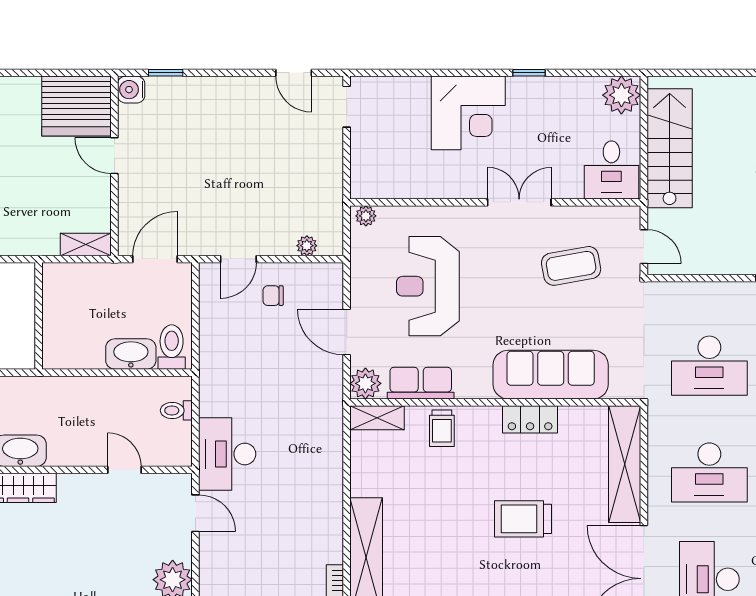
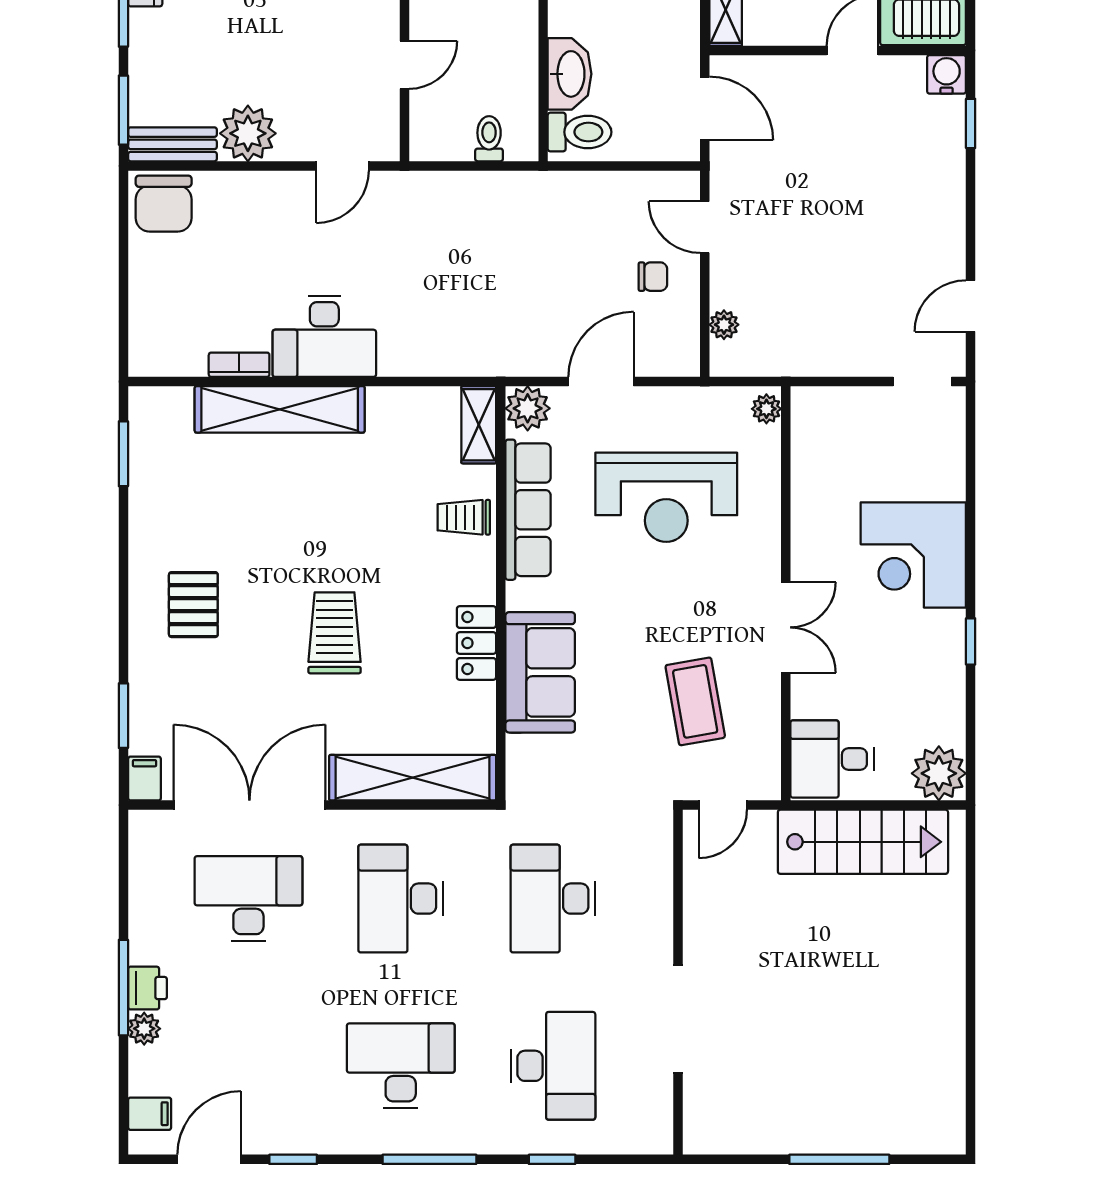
reception desk: (428, 286) -> (666, 497), turned 180
chair: (273, 296) -> (653, 277), turned 90
sofa: (551, 375) -> (540, 672), width x0.73
row of seats: (421, 383) -> (528, 510), width x1.48
desk: (227, 454) -> (324, 336), moved, turned 180

